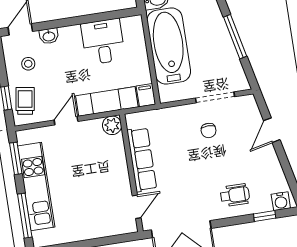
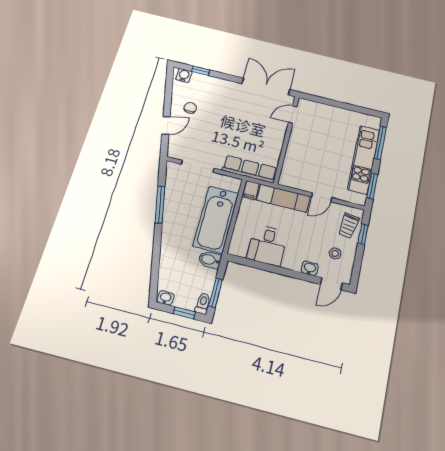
plant: (112, 125) -> (287, 179), removed
chair: (209, 130) -> (190, 108), moved
row of seats: (142, 160) -> (250, 169), moved, turned 90
wheelchair: (235, 195) -> (216, 93), removed

